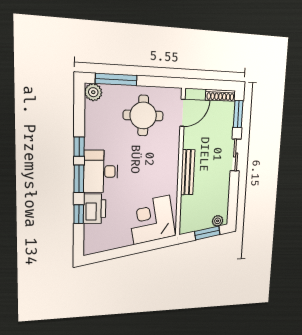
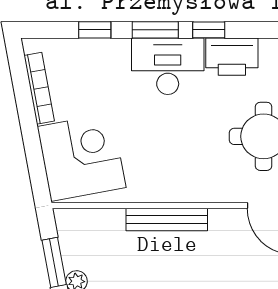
printer: (95, 209) -> (232, 57), moved
bookcase: (113, 244) -> (39, 88), added

